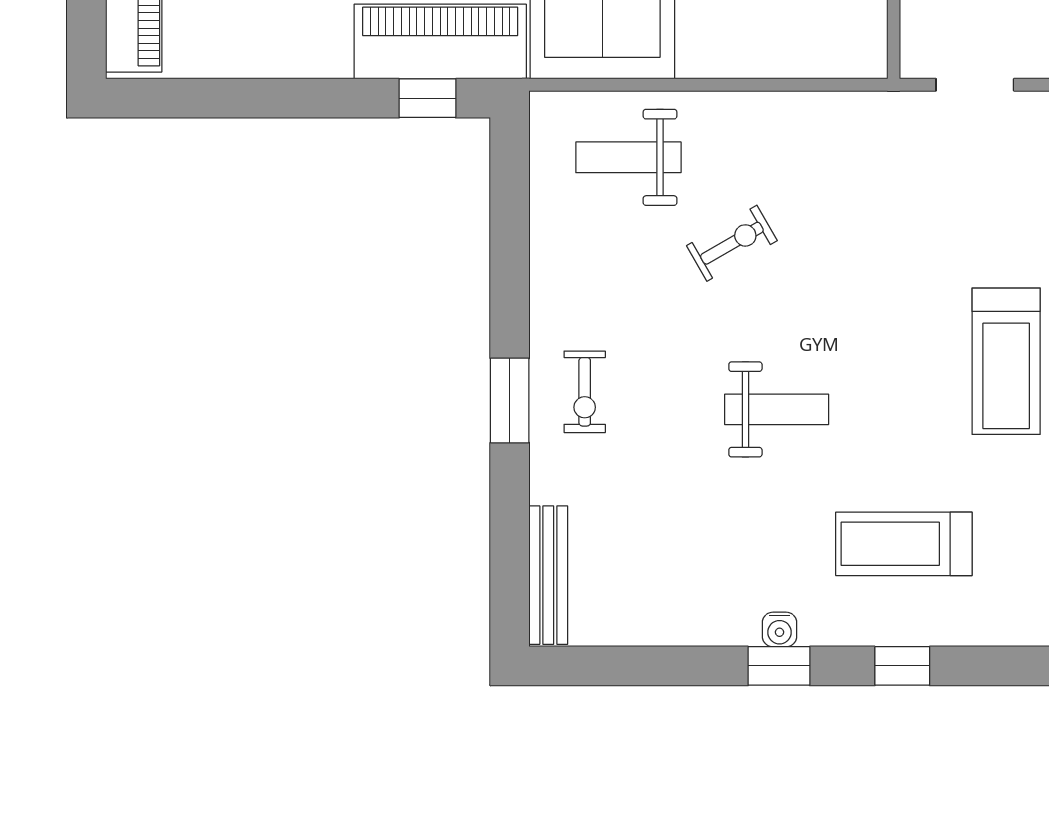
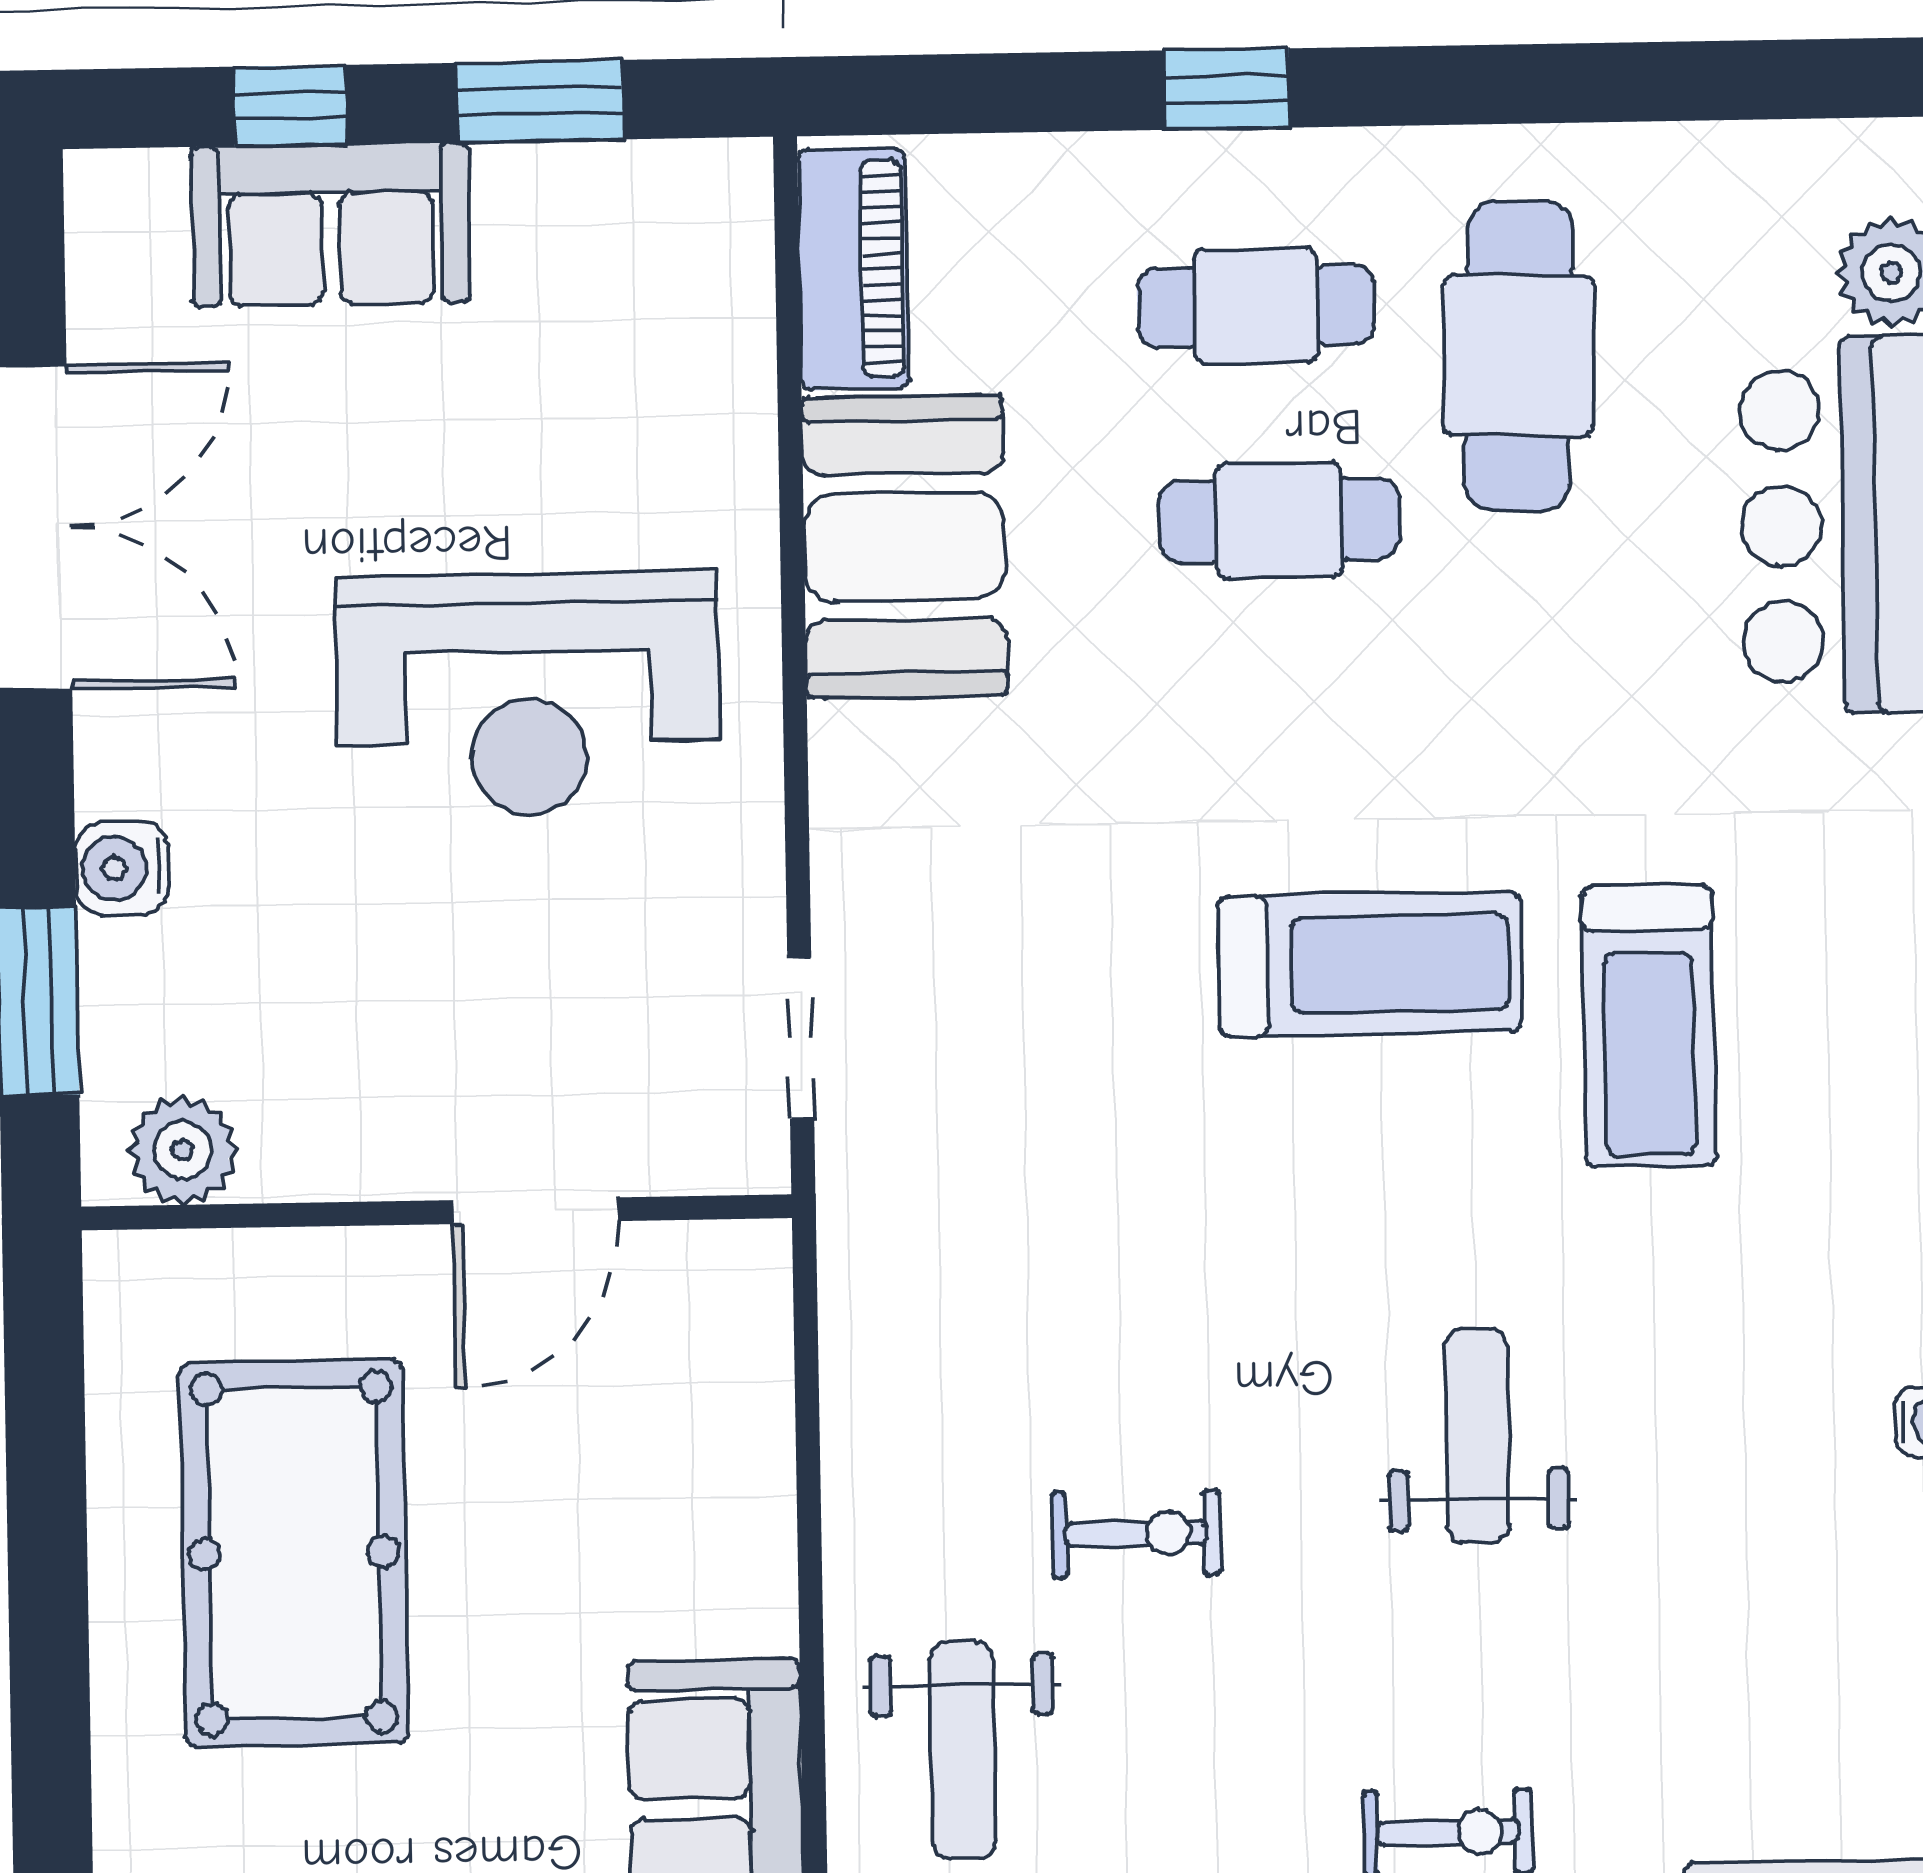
exercise bike: (732, 243) -> (1136, 1534), turned 120
treadmill: (904, 544) -> (1649, 1026), moved

